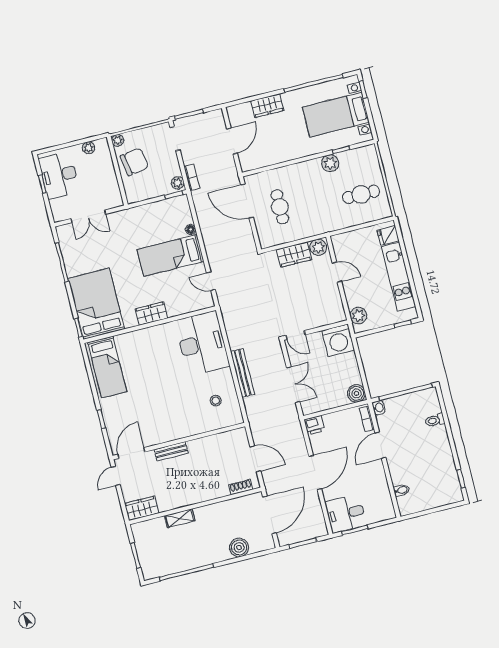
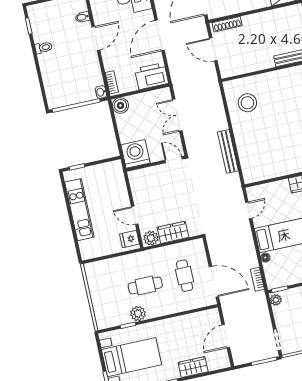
bookcase: (192, 177) -> (257, 279), moved
cafe table: (361, 194) -> (145, 285), moved
fridge: (388, 235) -> (130, 239), moved, turned 180
door: (211, 281) -> (249, 210), hinge flipped
plant: (358, 316) -> (117, 175), removed
desk: (202, 343) -> (258, 155), removed
bench: (243, 373) -> (228, 151), moved
stool: (216, 401) -> (247, 103), width x1.89, depth x1.89
toilet: (435, 420) -> (44, 48), moved
printer: (314, 425) -> (152, 76), width x1.87, depth x1.48
door: (380, 445) -> (96, 38), moved
shoe rack: (241, 487) -> (227, 24), width x1.43

